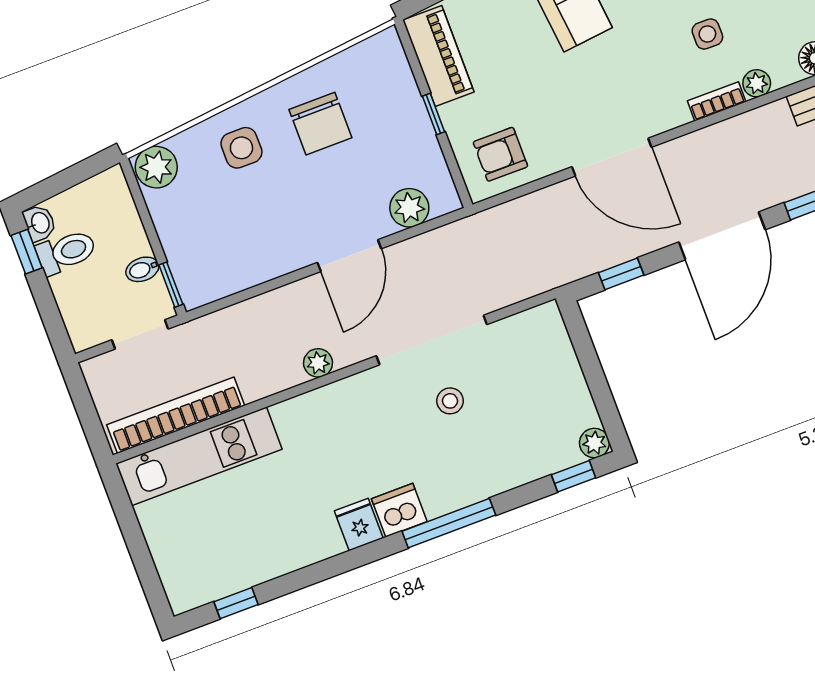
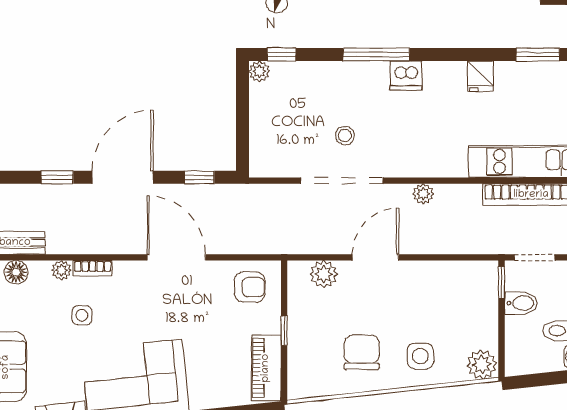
bidet: (142, 269) -> (521, 303), width x1.38, depth x1.36
fridge: (359, 524) -> (480, 76), moved
window: (236, 603) -> (538, 55), width x1.50

